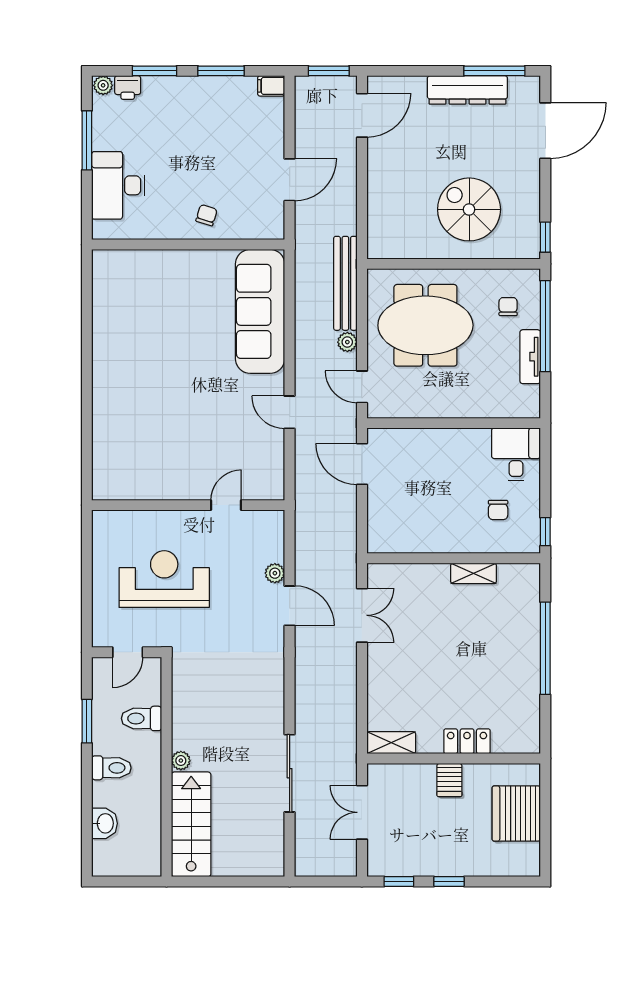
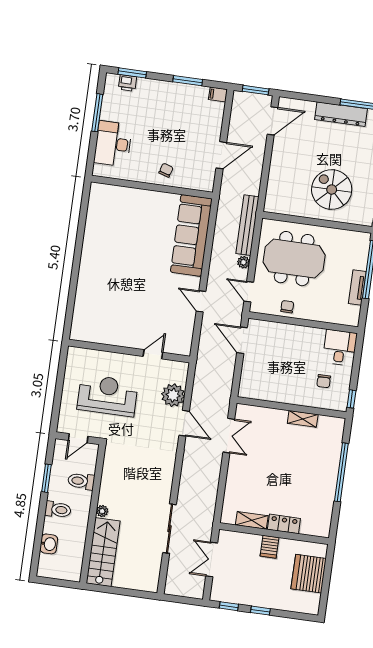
window: (155, 71) -> (132, 73), moved
plant: (103, 85) -> (112, 79), removed
chair: (508, 307) -> (287, 307), moved
plant: (275, 573) -> (173, 395), width x1.87, depth x1.87
shelving: (391, 743) -> (252, 520), moved

